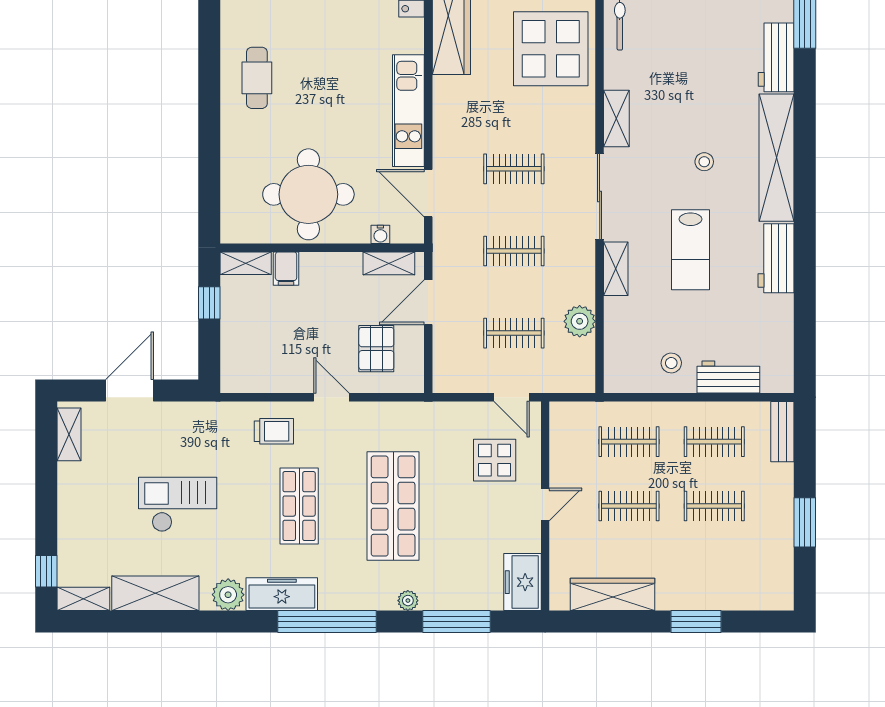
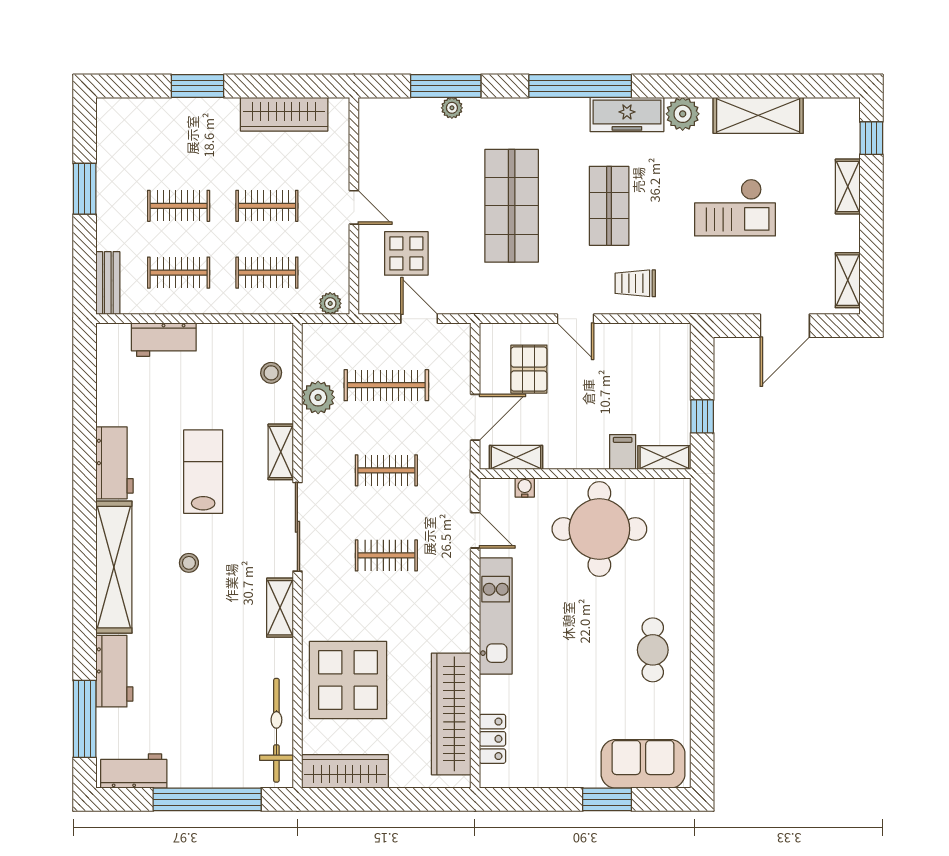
door: (428, 193) -> (475, 530), width x0.73
clothes rail: (514, 333) -> (386, 385), width x1.36
stool: (671, 363) -> (271, 373), moved
door: (512, 397) -> (419, 319), moved
plant: (568, 412) -> (330, 303), added
door: (545, 505) -> (354, 207), swing flipped
freezer: (522, 582) -> (377, 127), removed
shelving: (83, 599) -> (848, 187), moved, turned 90
plant: (408, 601) -> (452, 108), moved

